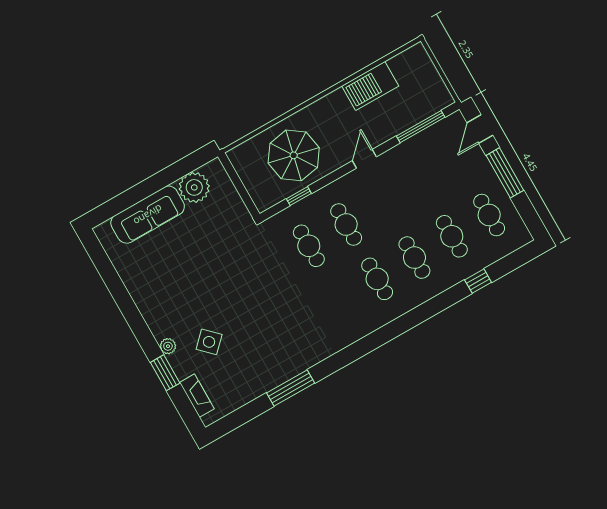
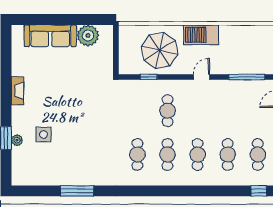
barbecue: (370, 86) -> (201, 35), moved
cafe table: (309, 246) -> (137, 155), moved
window: (478, 281) -> (259, 191), moved
side table: (209, 342) -> (43, 135), turned 45
plant: (168, 346) -> (17, 140), moved
fireplace: (197, 396) -> (17, 91), moved

